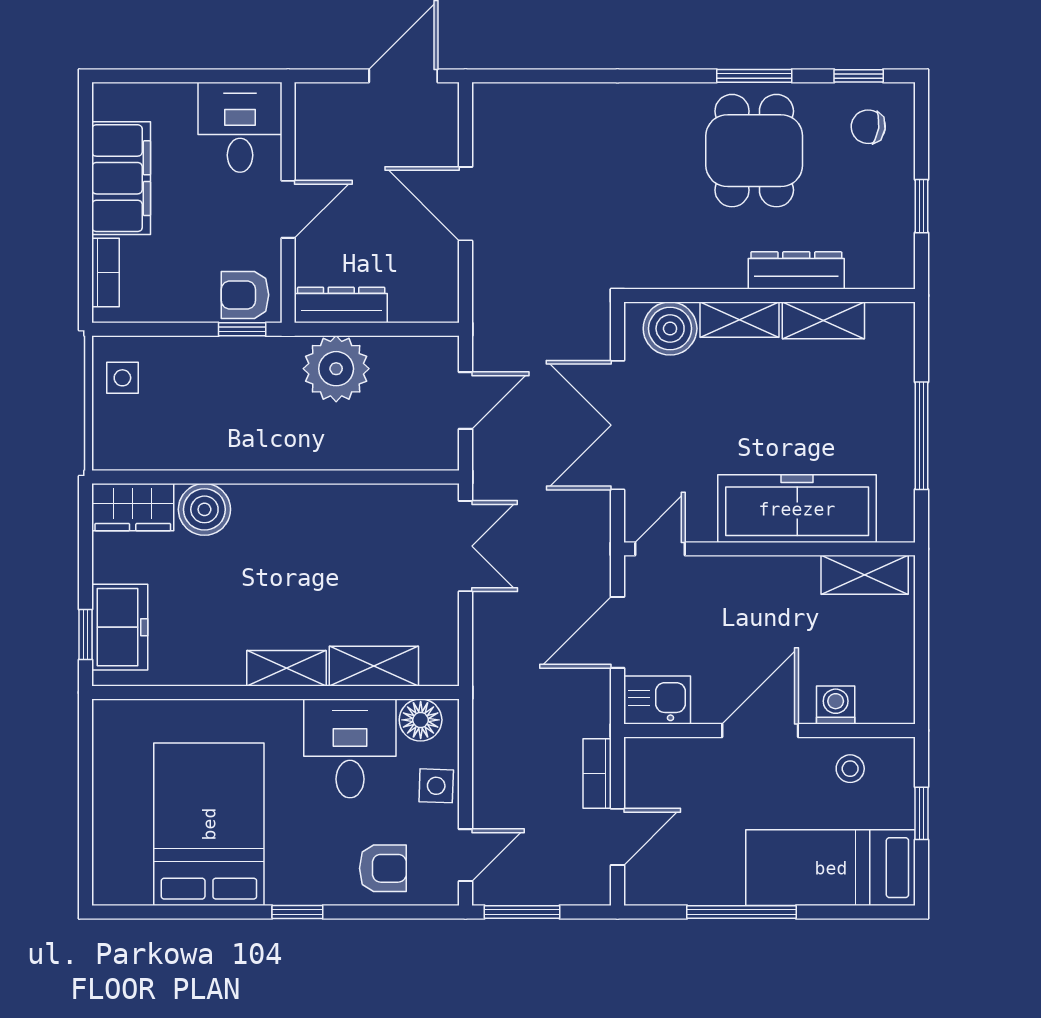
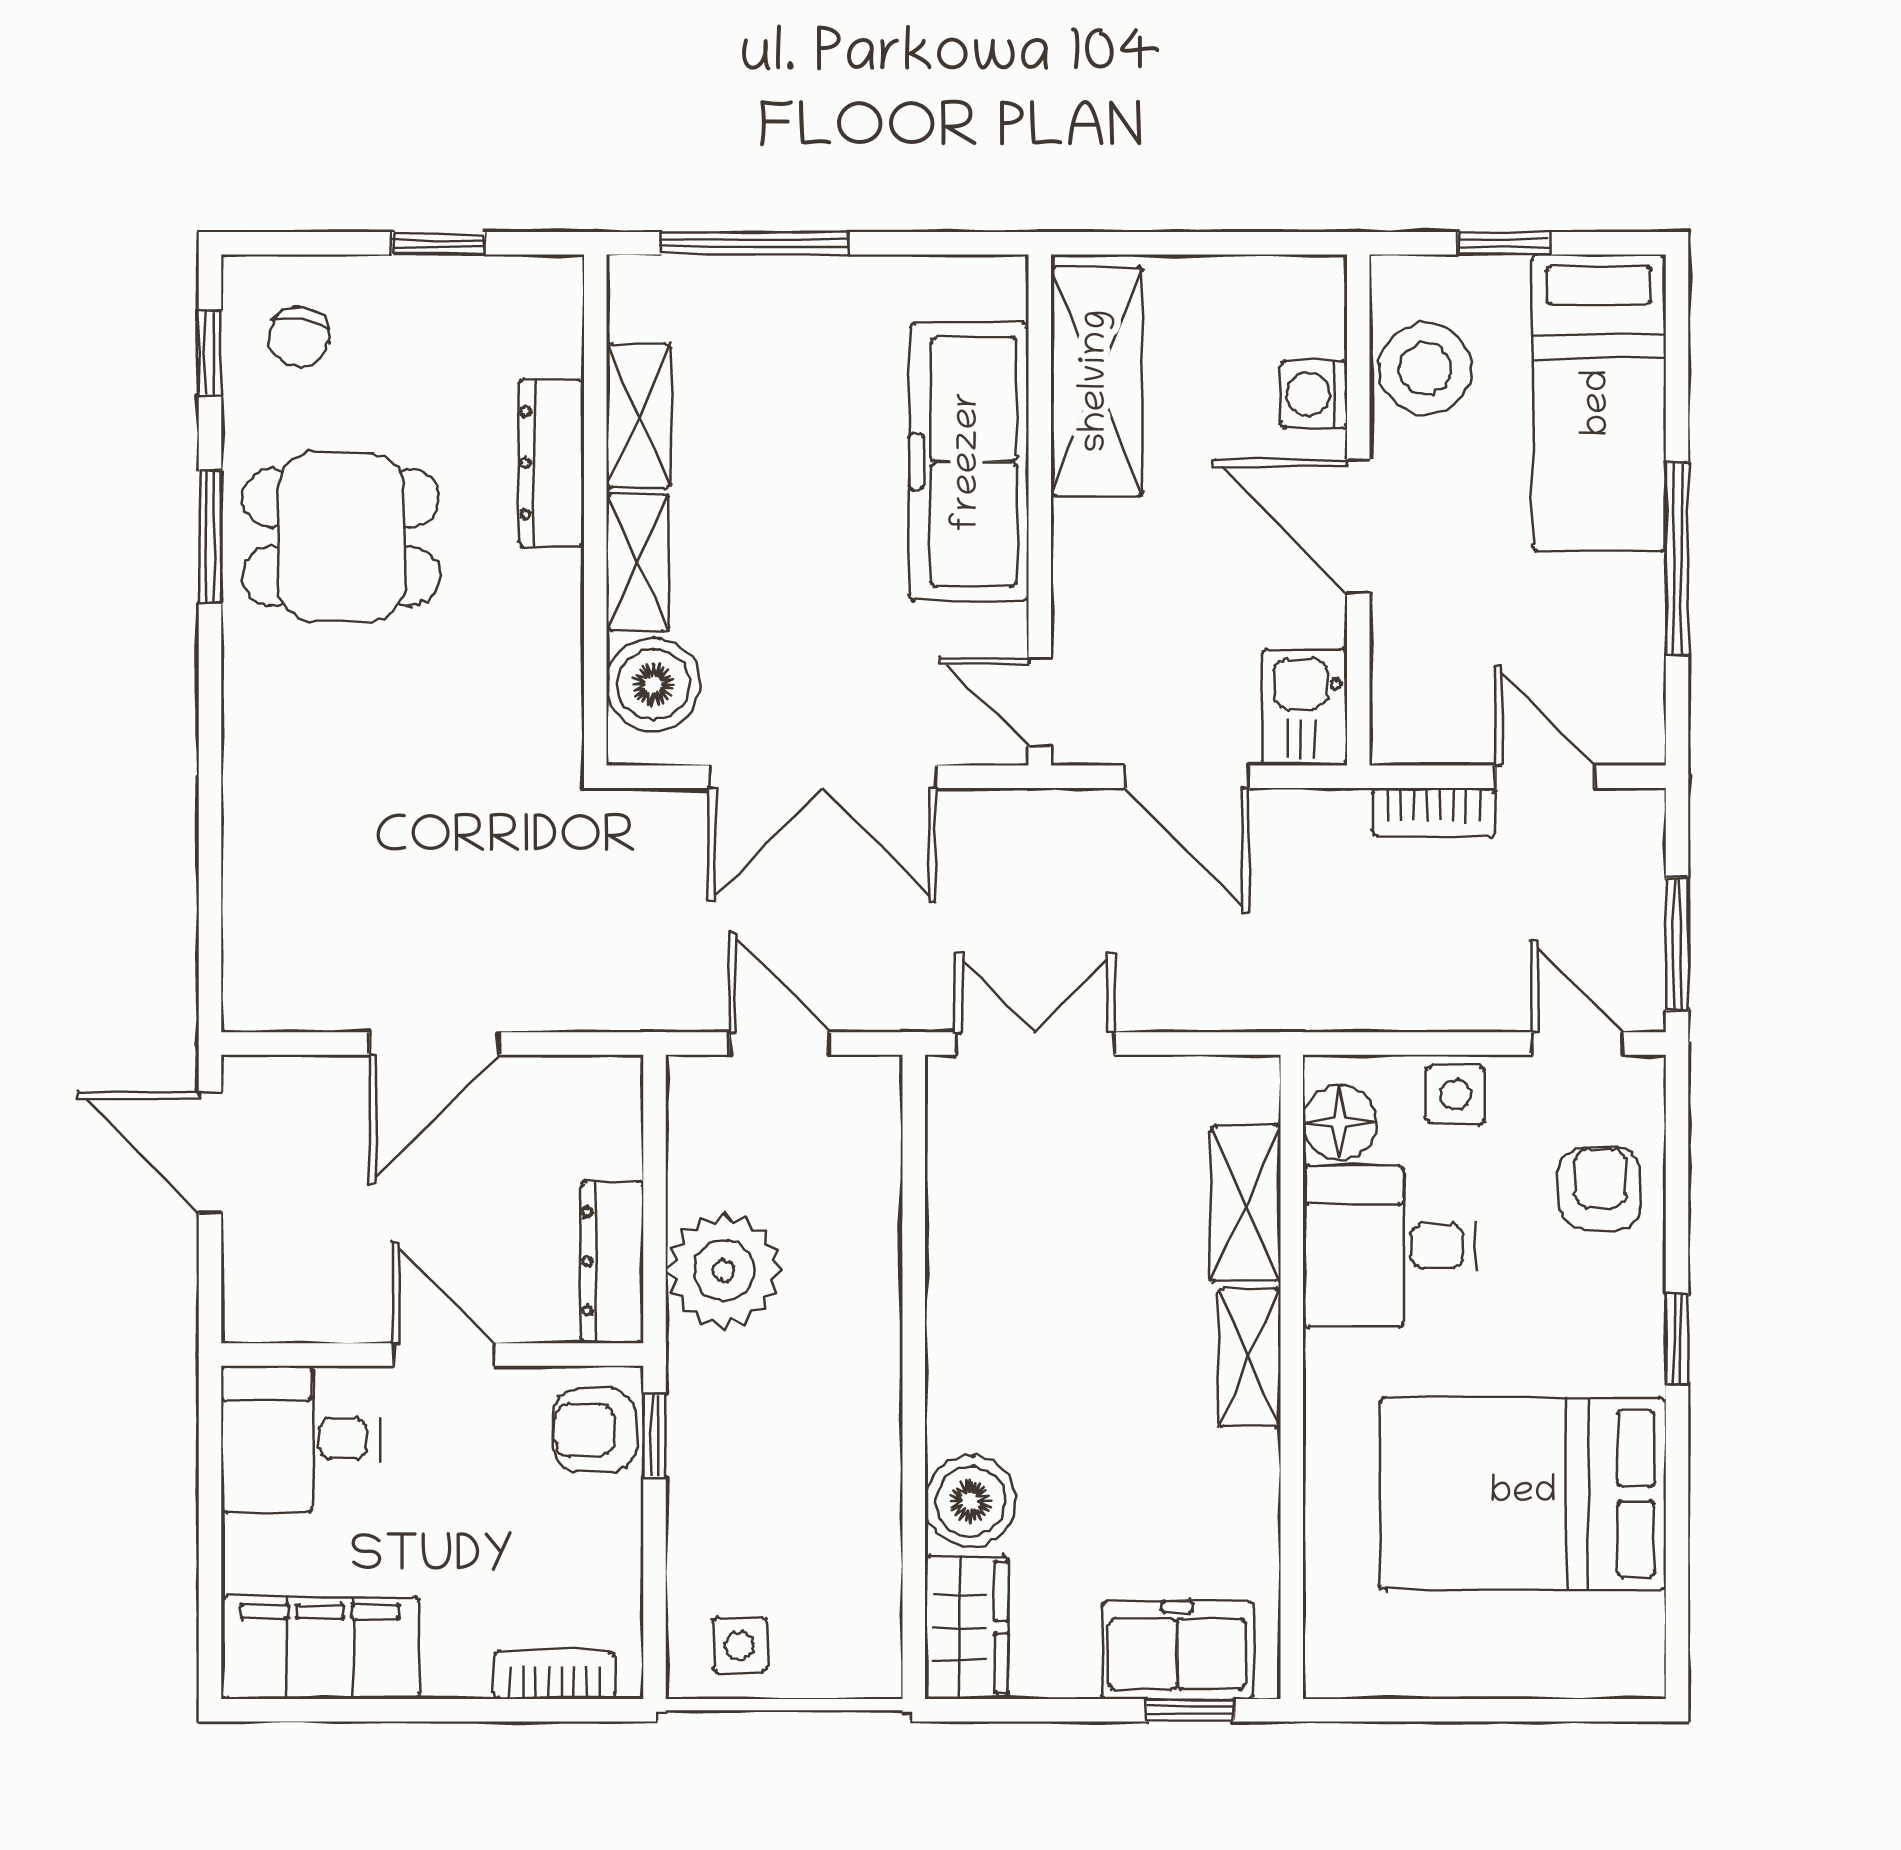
filing cabinet: (121, 178) -> (320, 1648), moved
armchair: (245, 295) -> (594, 1430), turned 90
window: (922, 436) -> (754, 243), moved
shelving: (865, 575) -> (1097, 381), width x1.50, depth x1.33
stool: (850, 769) -> (1425, 369), width x1.89, depth x1.89

